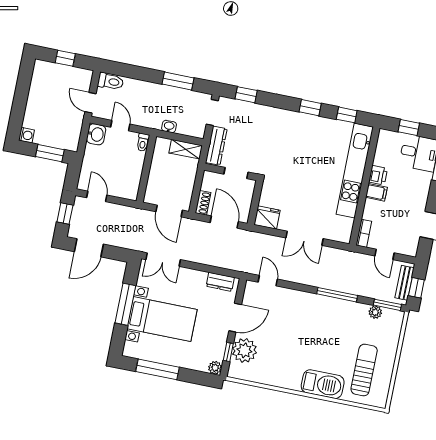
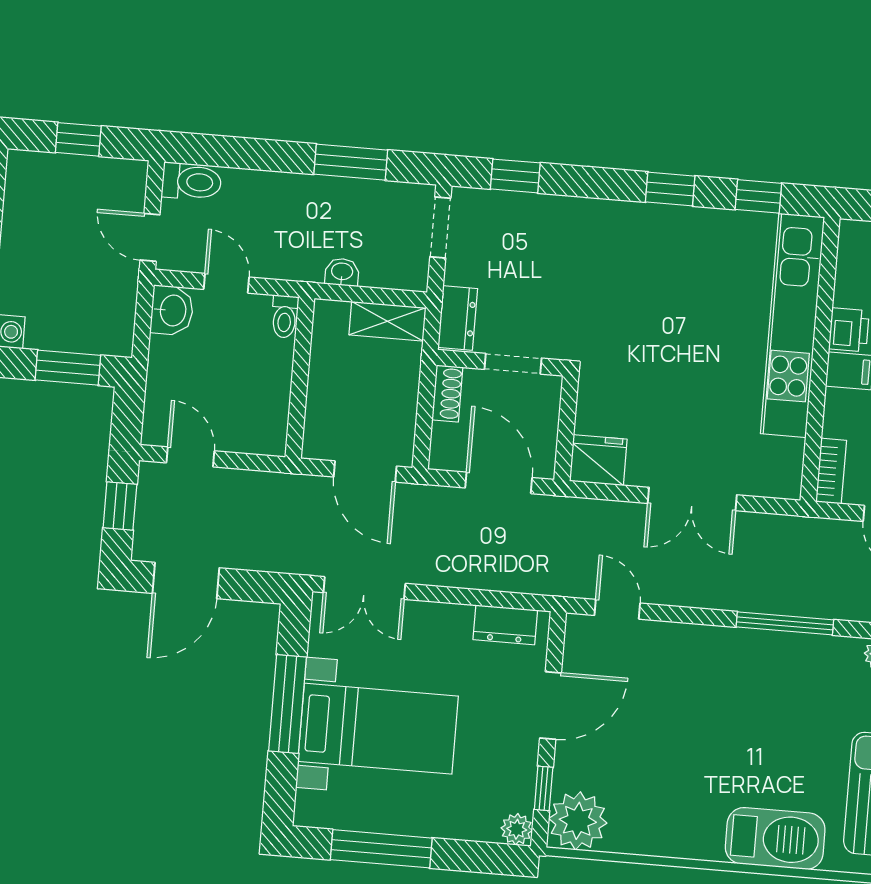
dresser: (216, 146) -> (458, 318), width x0.70
shoe rack: (203, 203) -> (447, 393), moved
plant: (244, 350) -> (578, 821), moved

